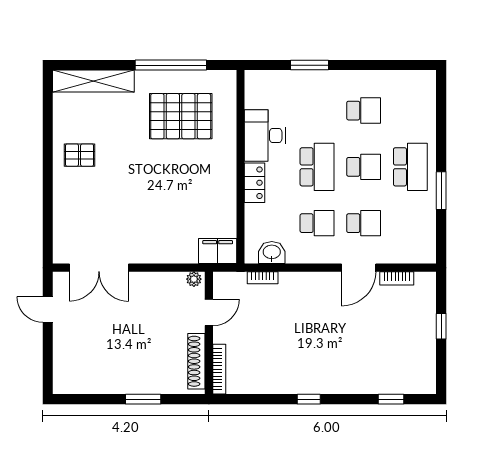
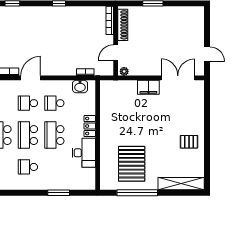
pallet: (181, 116) -> (132, 164), turned 90
school desk: (364, 167) -> (28, 135), width x1.85
filing cabinet: (218, 251) -> (148, 87), moved

